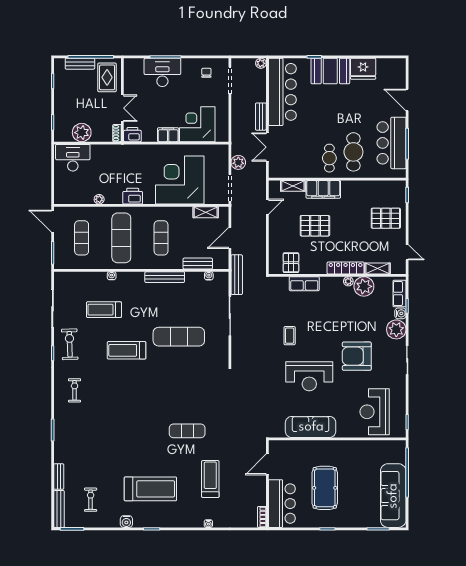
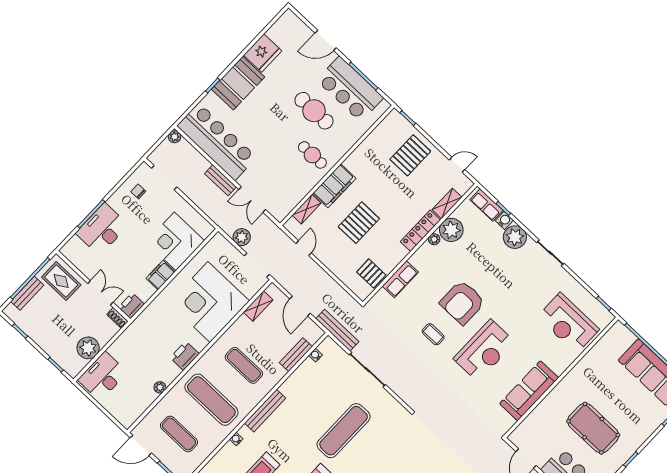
cafe table: (353, 152) -> (314, 111), moved
bench: (165, 277) -> (265, 411), moved
armchair: (357, 356) -> (462, 302), moved

